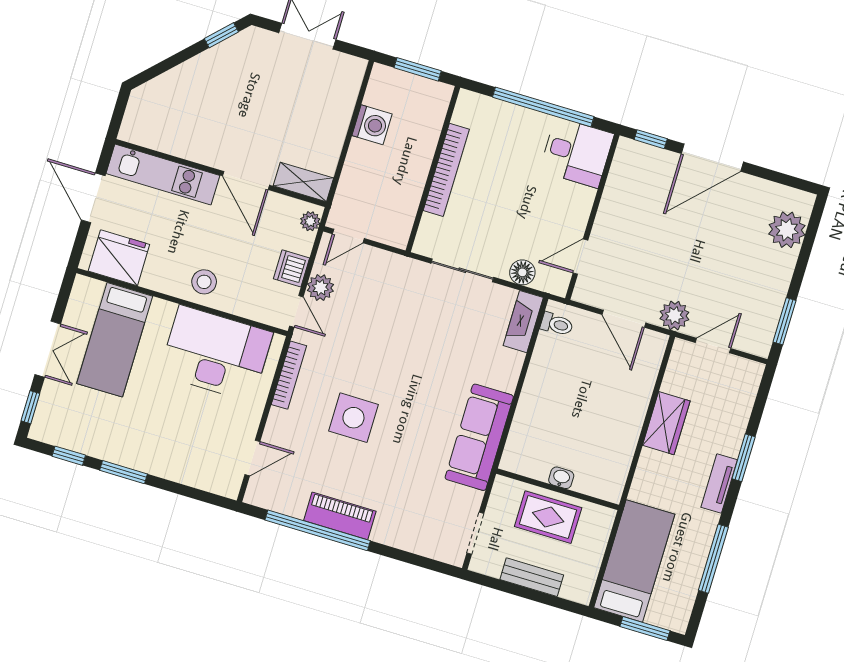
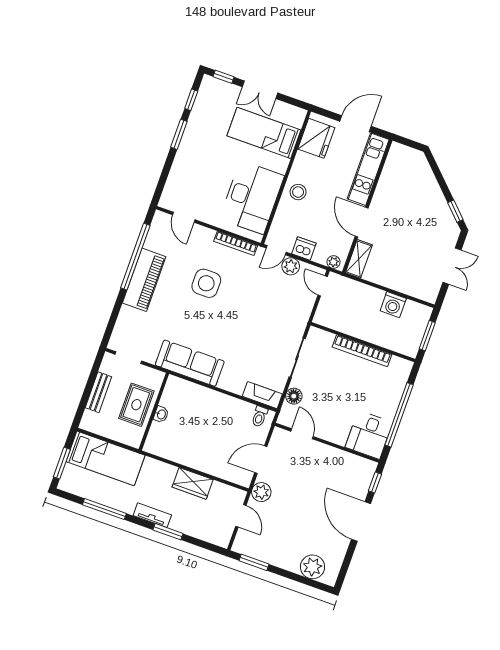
door: (246, 181) -> (362, 222), hinge flipped
piano: (340, 516) -> (144, 280), width x1.37, depth x1.33

